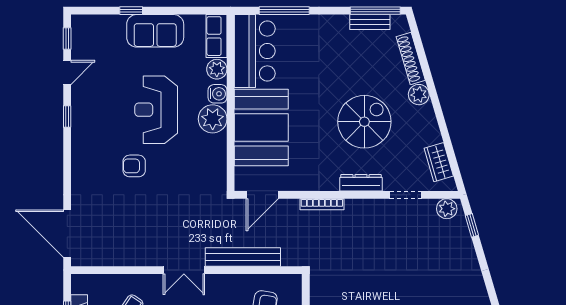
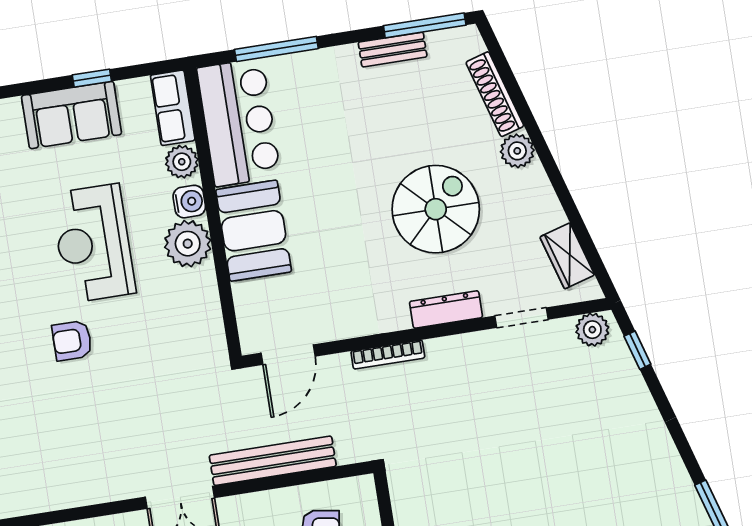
window: (131, 11) -> (92, 78), moved
bench: (370, 22) -> (393, 50), moved
booth: (261, 128) -> (254, 231), width x0.73, depth x0.70

